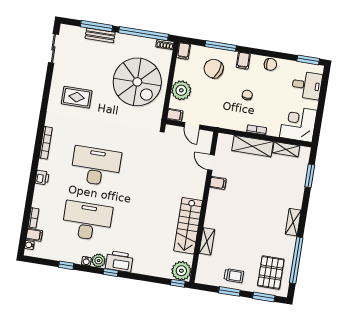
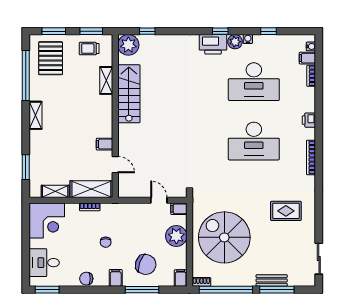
door: (211, 162) -> (115, 165), moved
filing cabinet: (218, 183) -> (105, 144), moved
wall: (204, 207) -> (115, 116), moved
stairs: (188, 226) -> (129, 94), moved
shelving: (207, 241) -> (106, 80), moved
plant: (181, 271) -> (128, 45), moved

